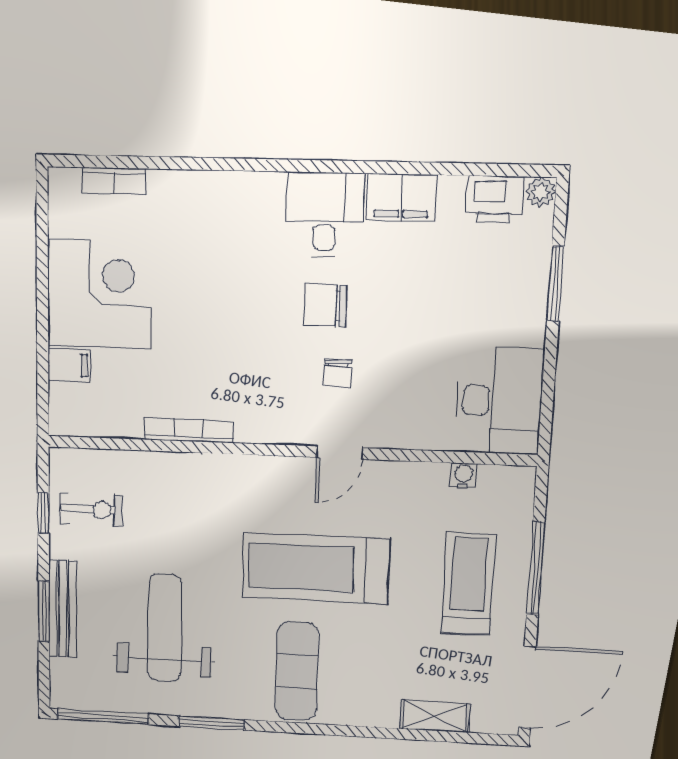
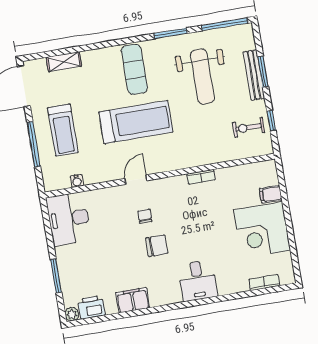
desk: (325, 215) -> (198, 281), moved
bookcase: (189, 430) -> (201, 177), width x0.64

